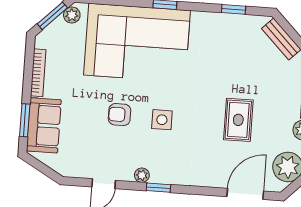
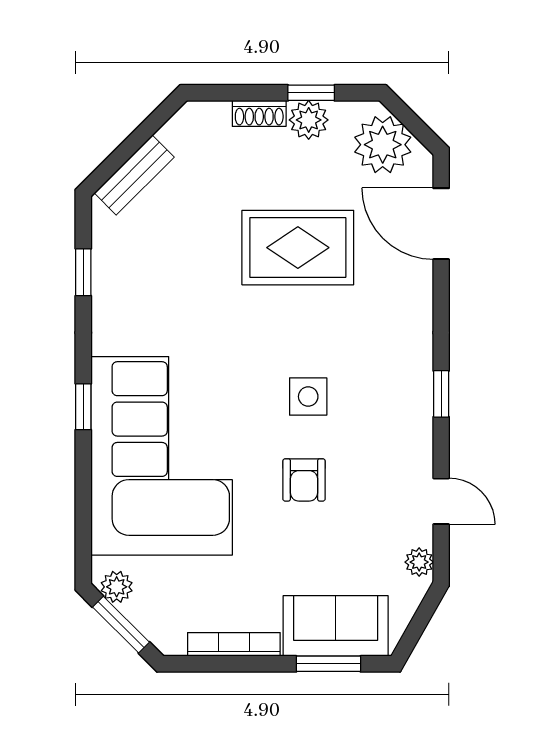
rug: (238, 120) -> (298, 248), width x1.36, depth x1.43
plant: (142, 175) -> (419, 562), moved

